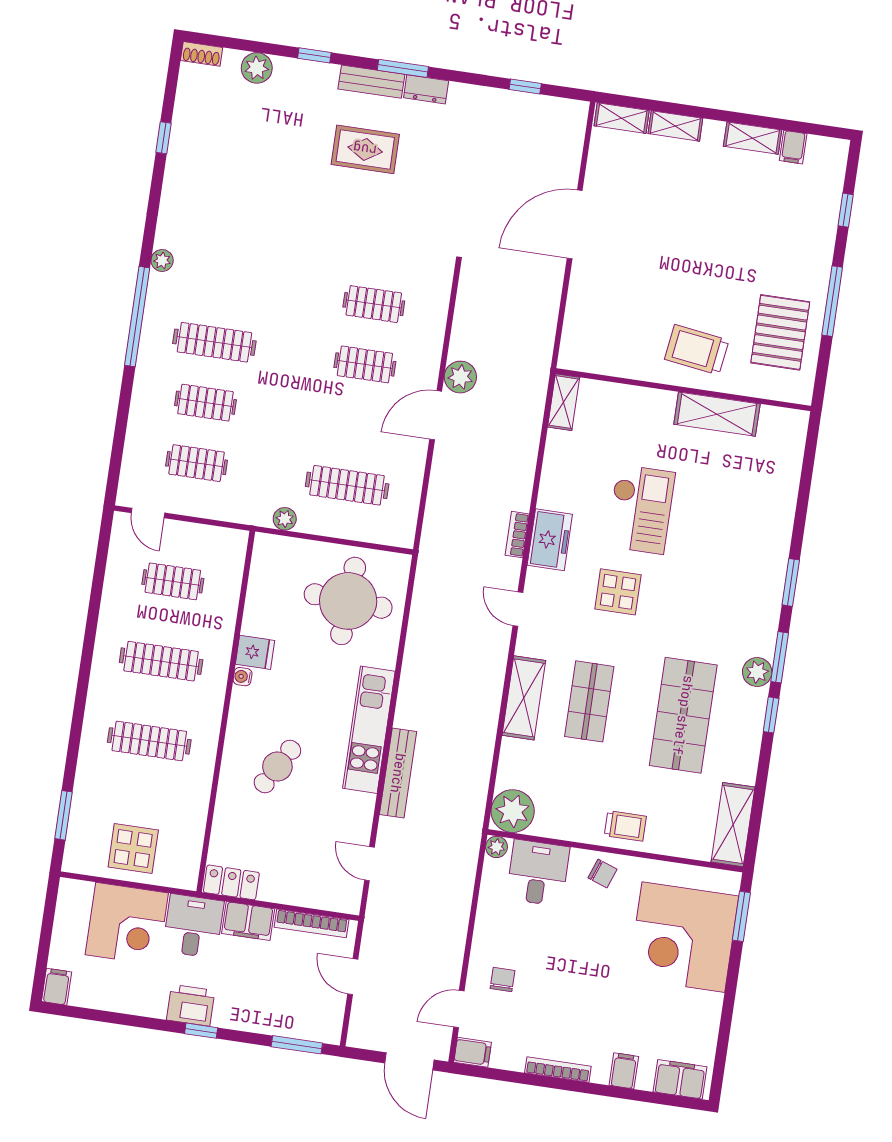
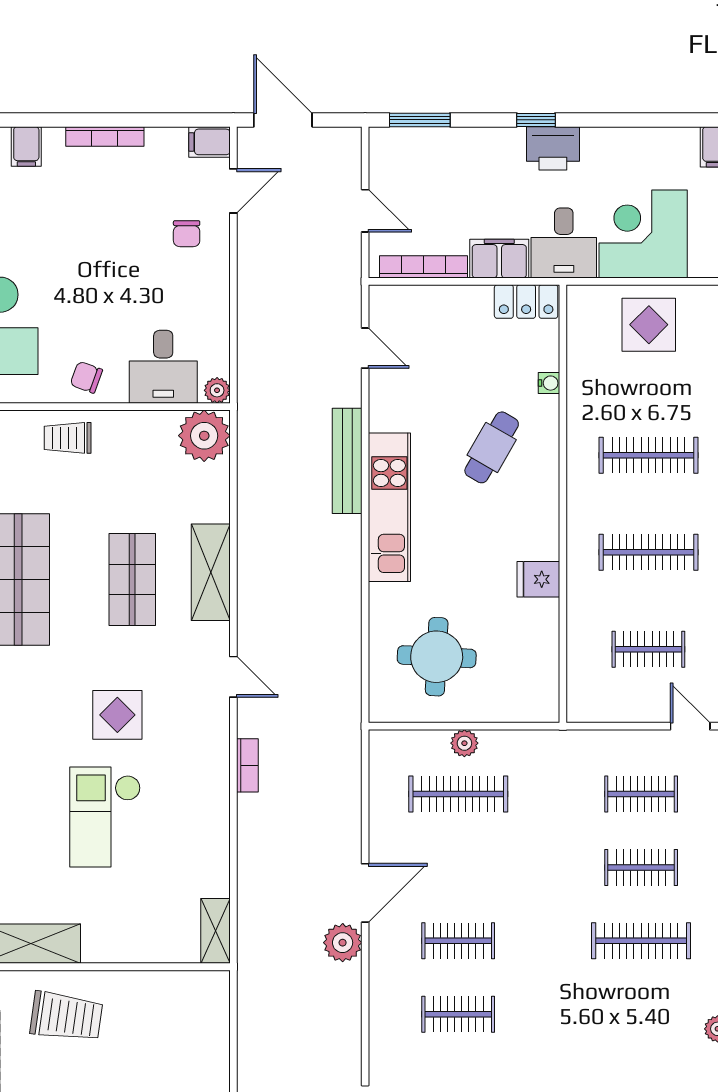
plant: (285, 519) -> (464, 743), moved
freezer: (550, 540) -> (208, 765), removed
round table: (348, 601) -> (437, 657), width x0.73, depth x0.73
water cooler: (243, 677) -> (549, 383), moved

